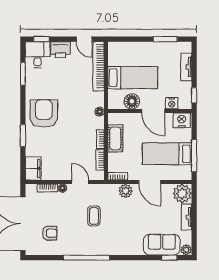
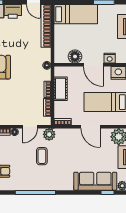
bed: (133, 78) -> (76, 14), moved
door: (80, 182) -> (30, 127), swing flipped
plant: (126, 191) -> (49, 134), moved
sofa: (162, 245) -> (95, 181), width x1.36

